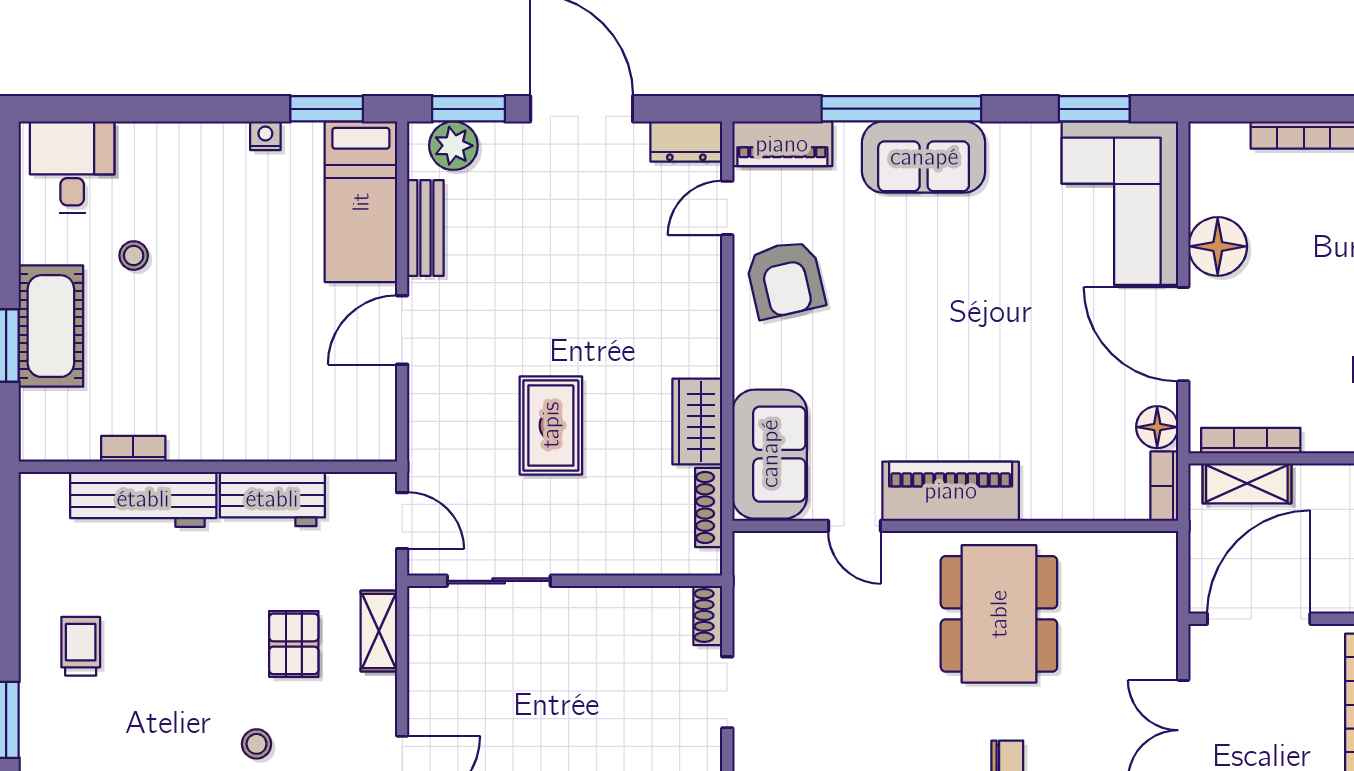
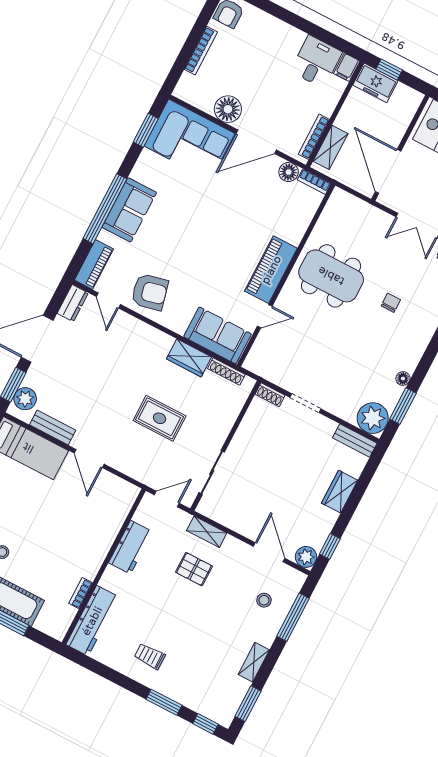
workbench: (143, 499) -> (92, 621), moved
stool: (257, 744) -> (227, 605), removed

